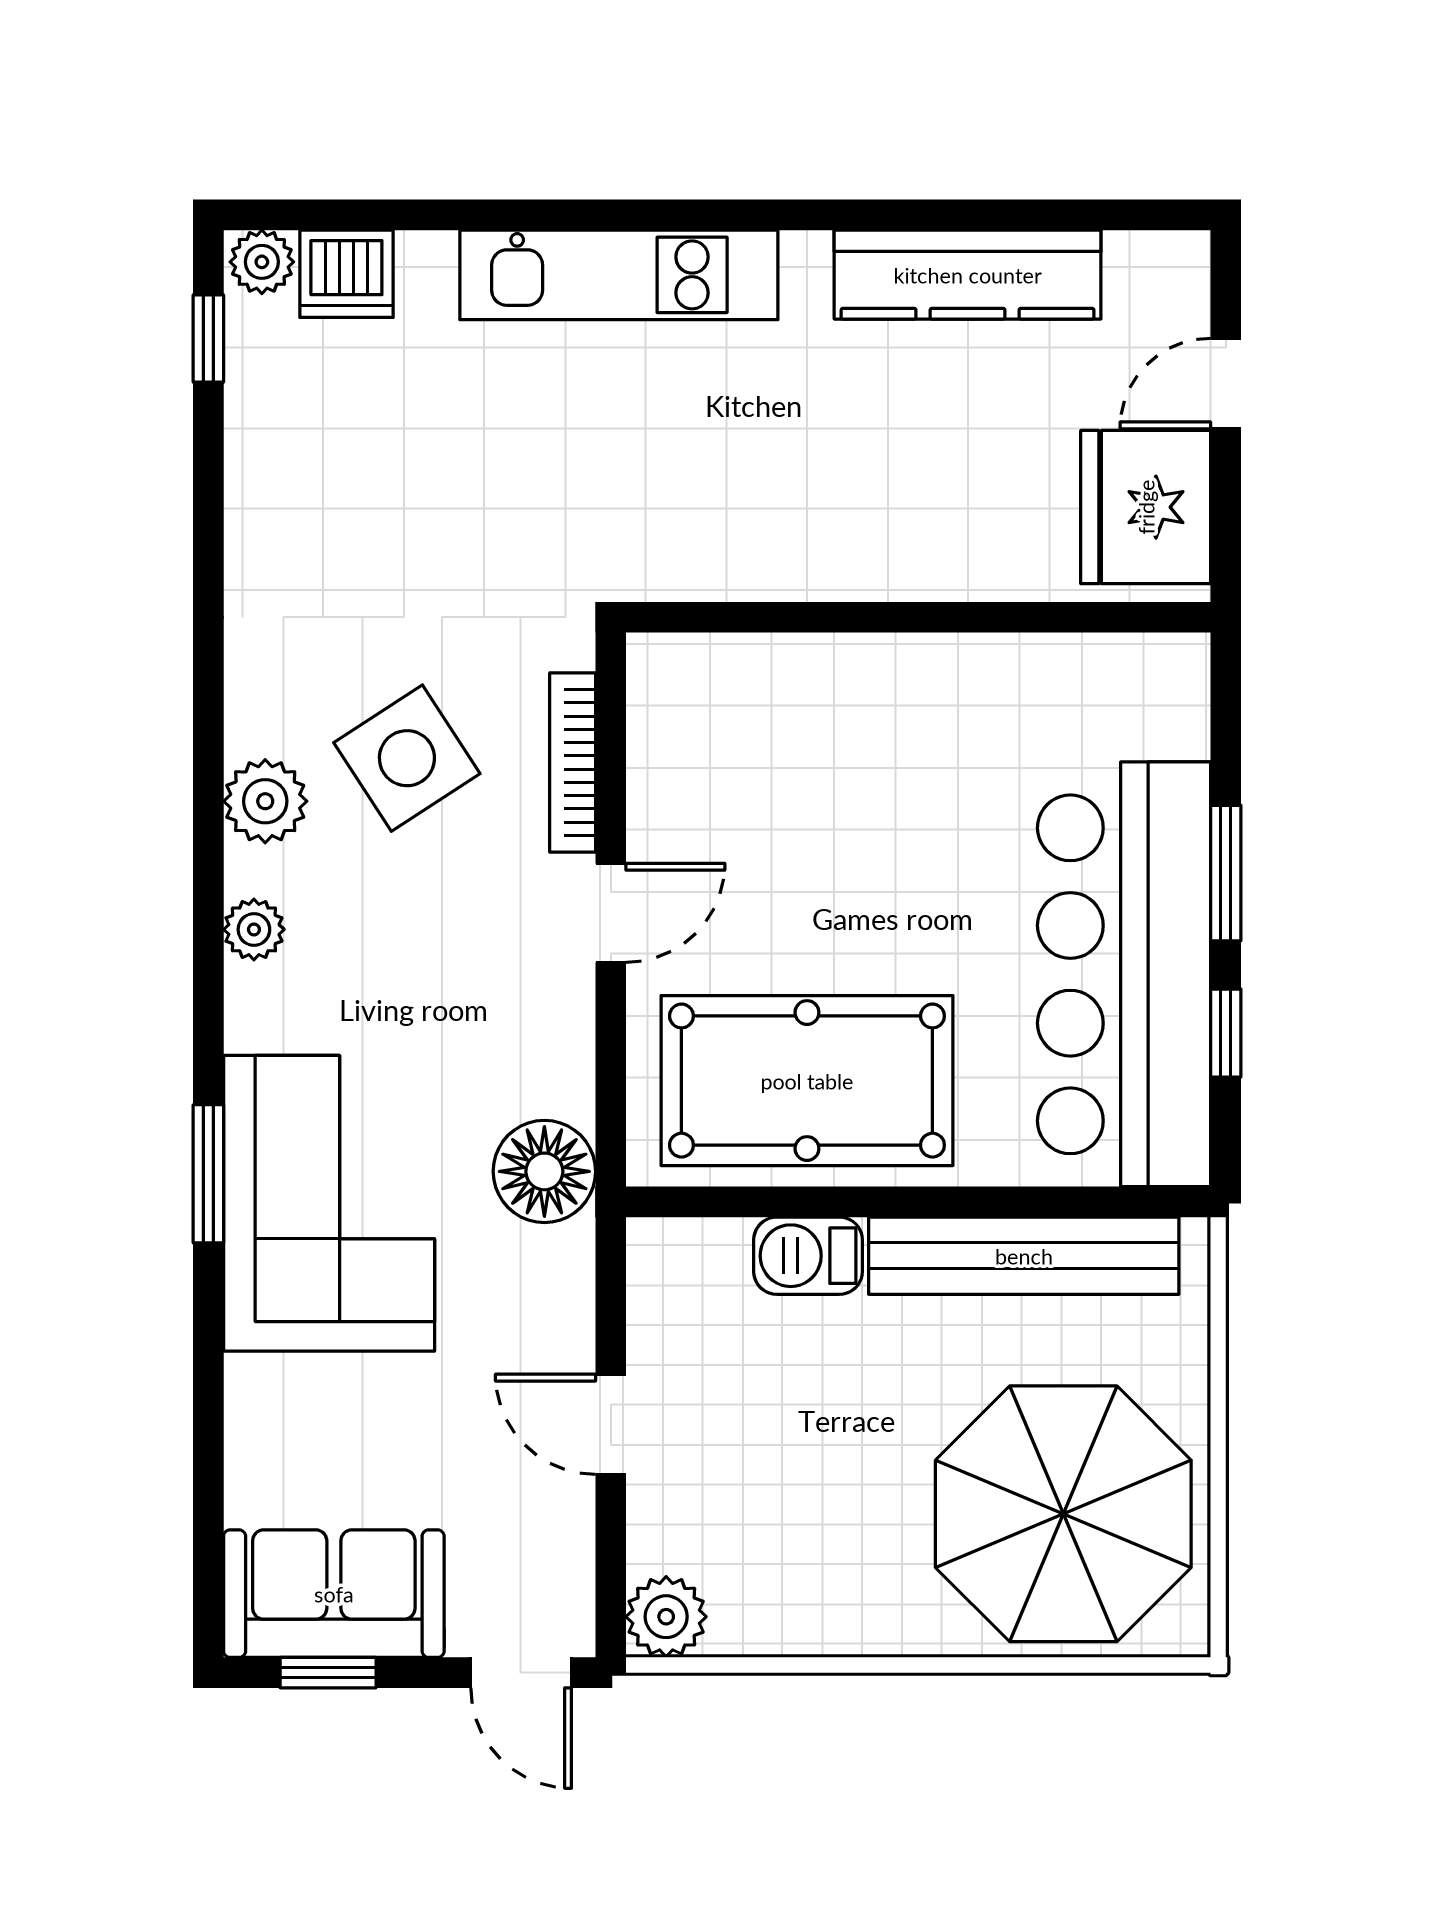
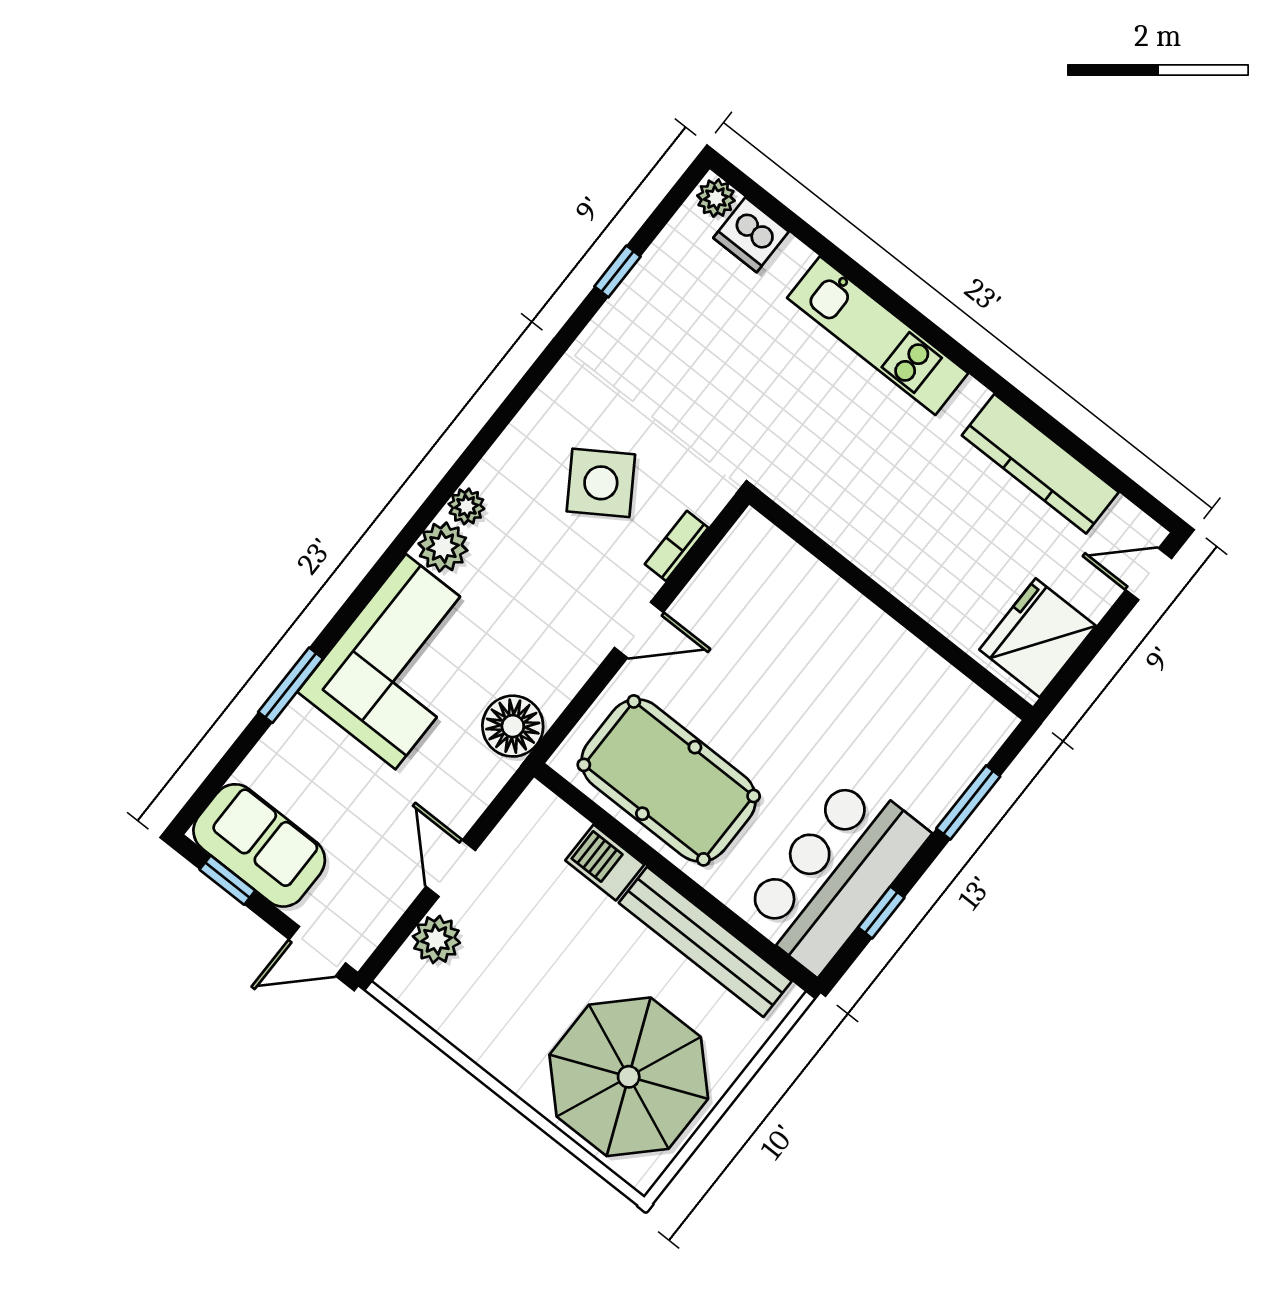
window: (208, 339) -> (617, 271), moved
door: (1226, 384) -> (1149, 574), moved
bookcase: (573, 763) -> (676, 546), width x0.64
plant: (265, 801) -> (443, 547), moved
window: (1226, 873) -> (968, 802), moved
bar counter: (1124, 974) -> (835, 874), width x0.73
window: (208, 1174) -> (291, 685), moved
plant: (666, 1617) -> (436, 940), moved
door: (521, 1673) -> (317, 951), hinge flipped

